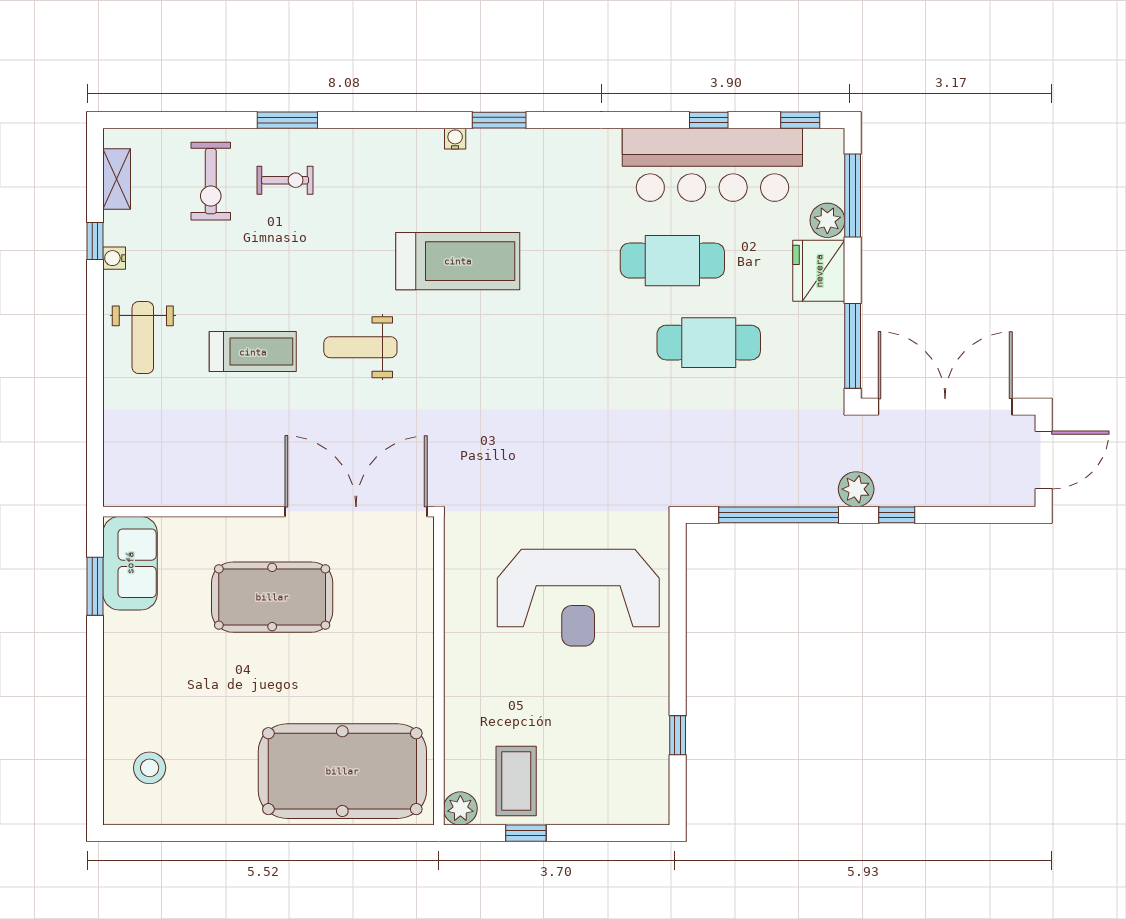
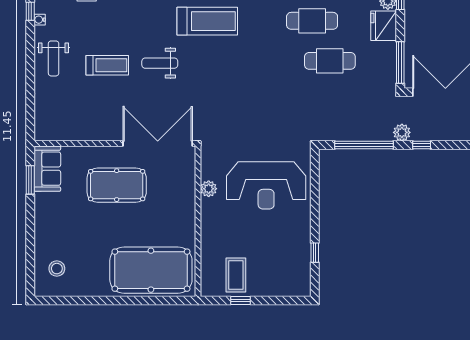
plant: (460, 808) -> (209, 189), moved

